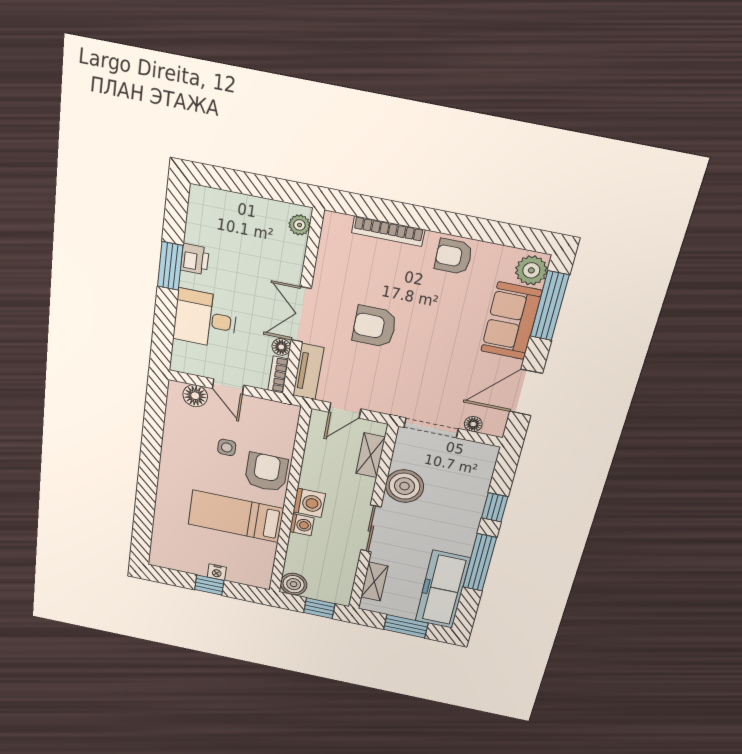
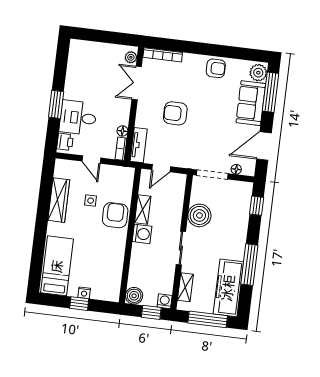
bookcase: (388, 231) -> (163, 55), moved
armchair: (453, 256) -> (216, 68), turned 180
printer: (195, 259) -> (65, 142), moved
window: (170, 266) -> (56, 104), moved
double door: (301, 314) -> (137, 83), moved
floor lamp: (195, 396) -> (72, 168), removed
wardrobe: (175, 442) -> (59, 200), added
shelving: (370, 455) -> (143, 210), moved
window: (495, 507) -> (257, 206), moved
bed: (236, 516) -> (57, 266), moved, turned 90
washing machine: (302, 525) -> (165, 301), moved, turned -90
window: (406, 626) -> (208, 319), width x1.44

